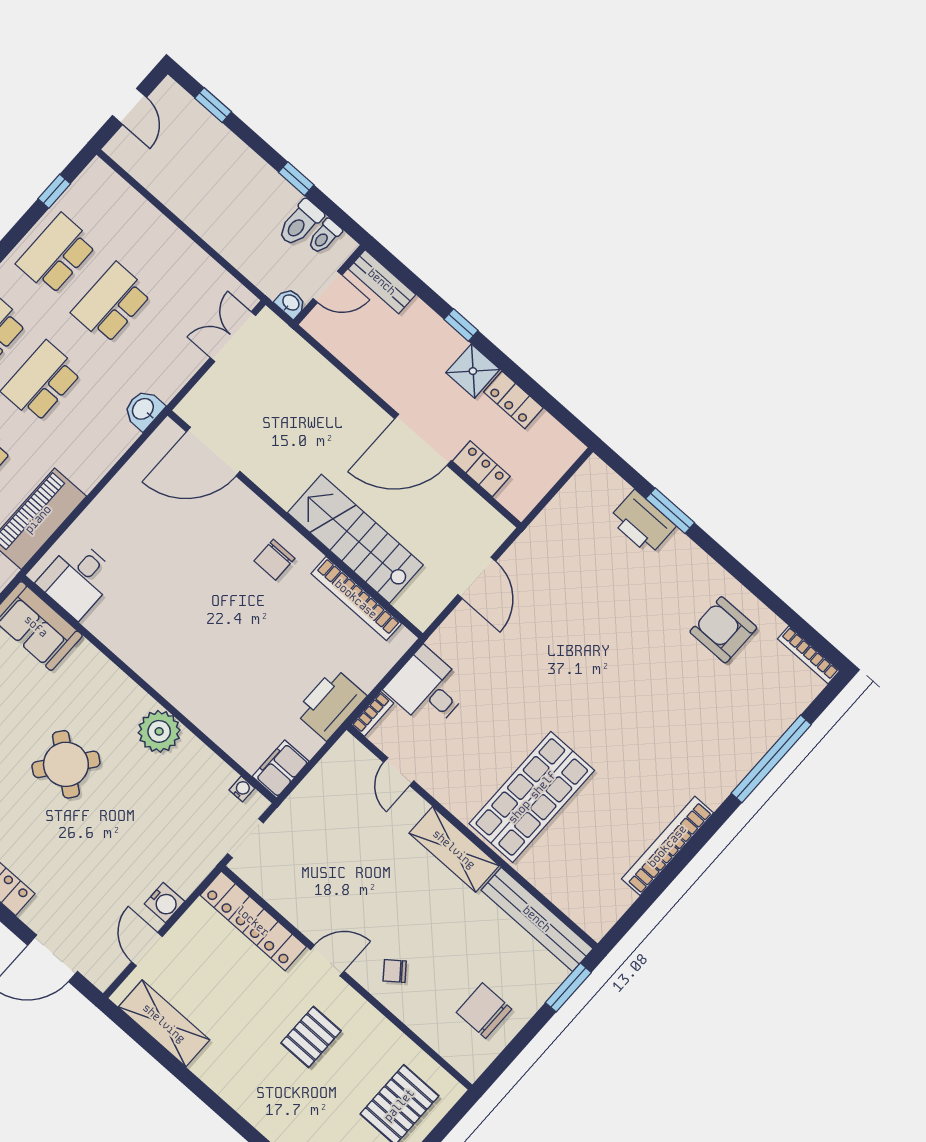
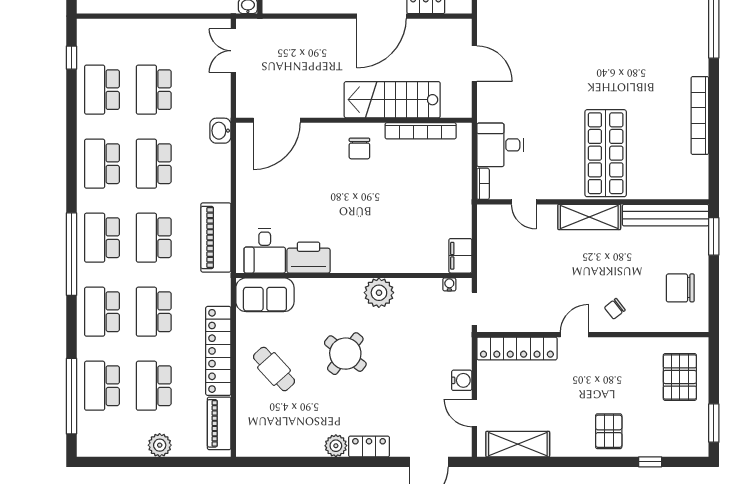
printer: (330, 704) -> (309, 258), moved, turned 90
pallet: (311, 1037) -> (609, 431), moved

